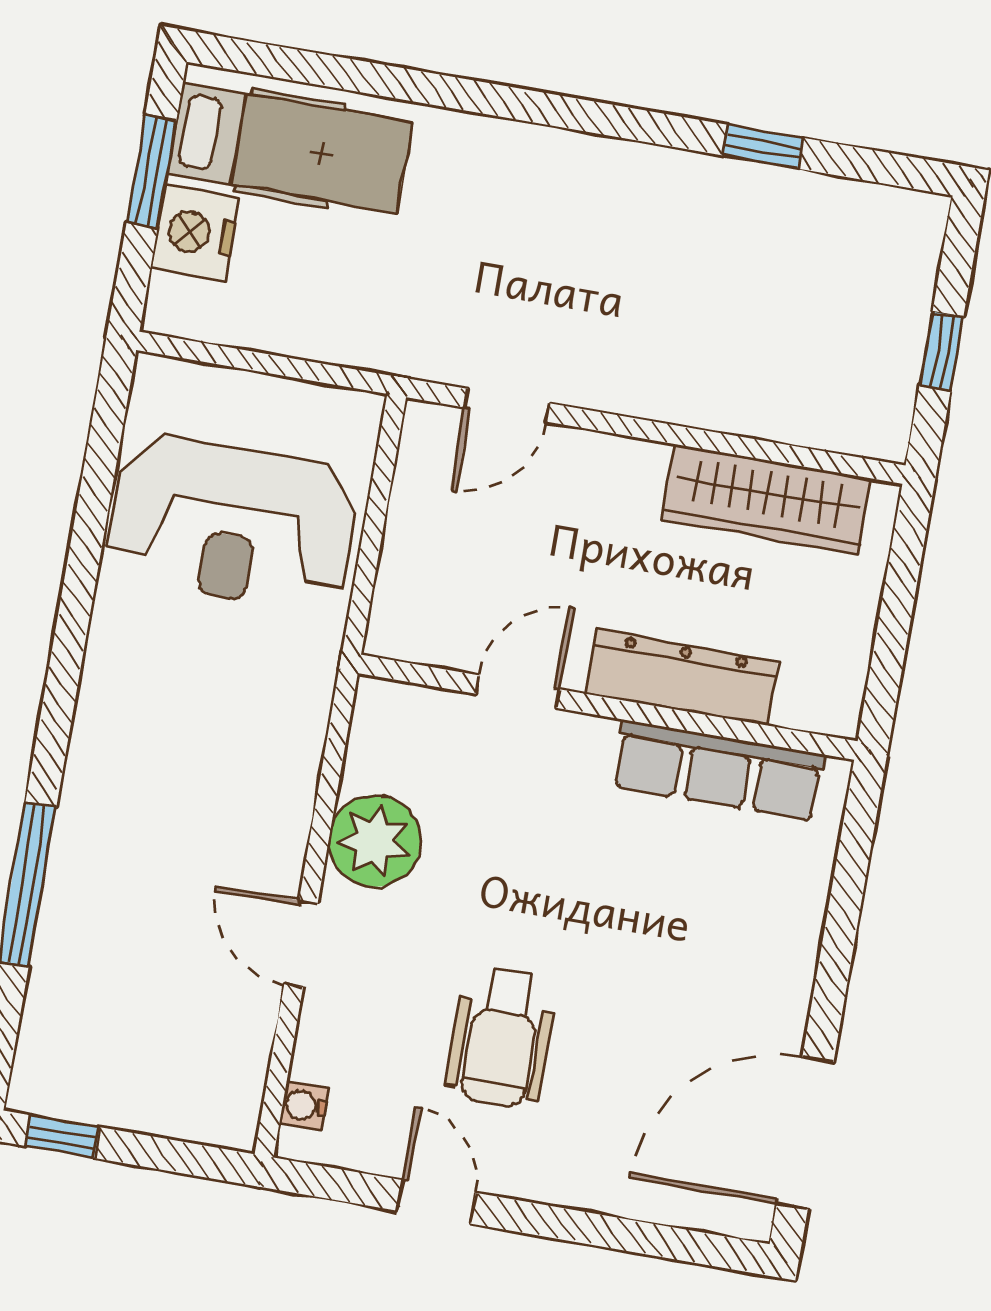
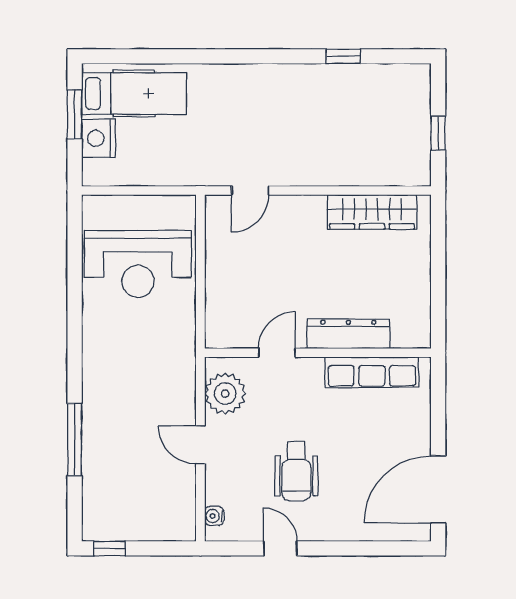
dresser: (682, 677) -> (348, 334), moved
door: (518, 692) -> (277, 353), moved
wall: (608, 707) -> (318, 353), moved
row of seats: (719, 770) -> (372, 372), moved

